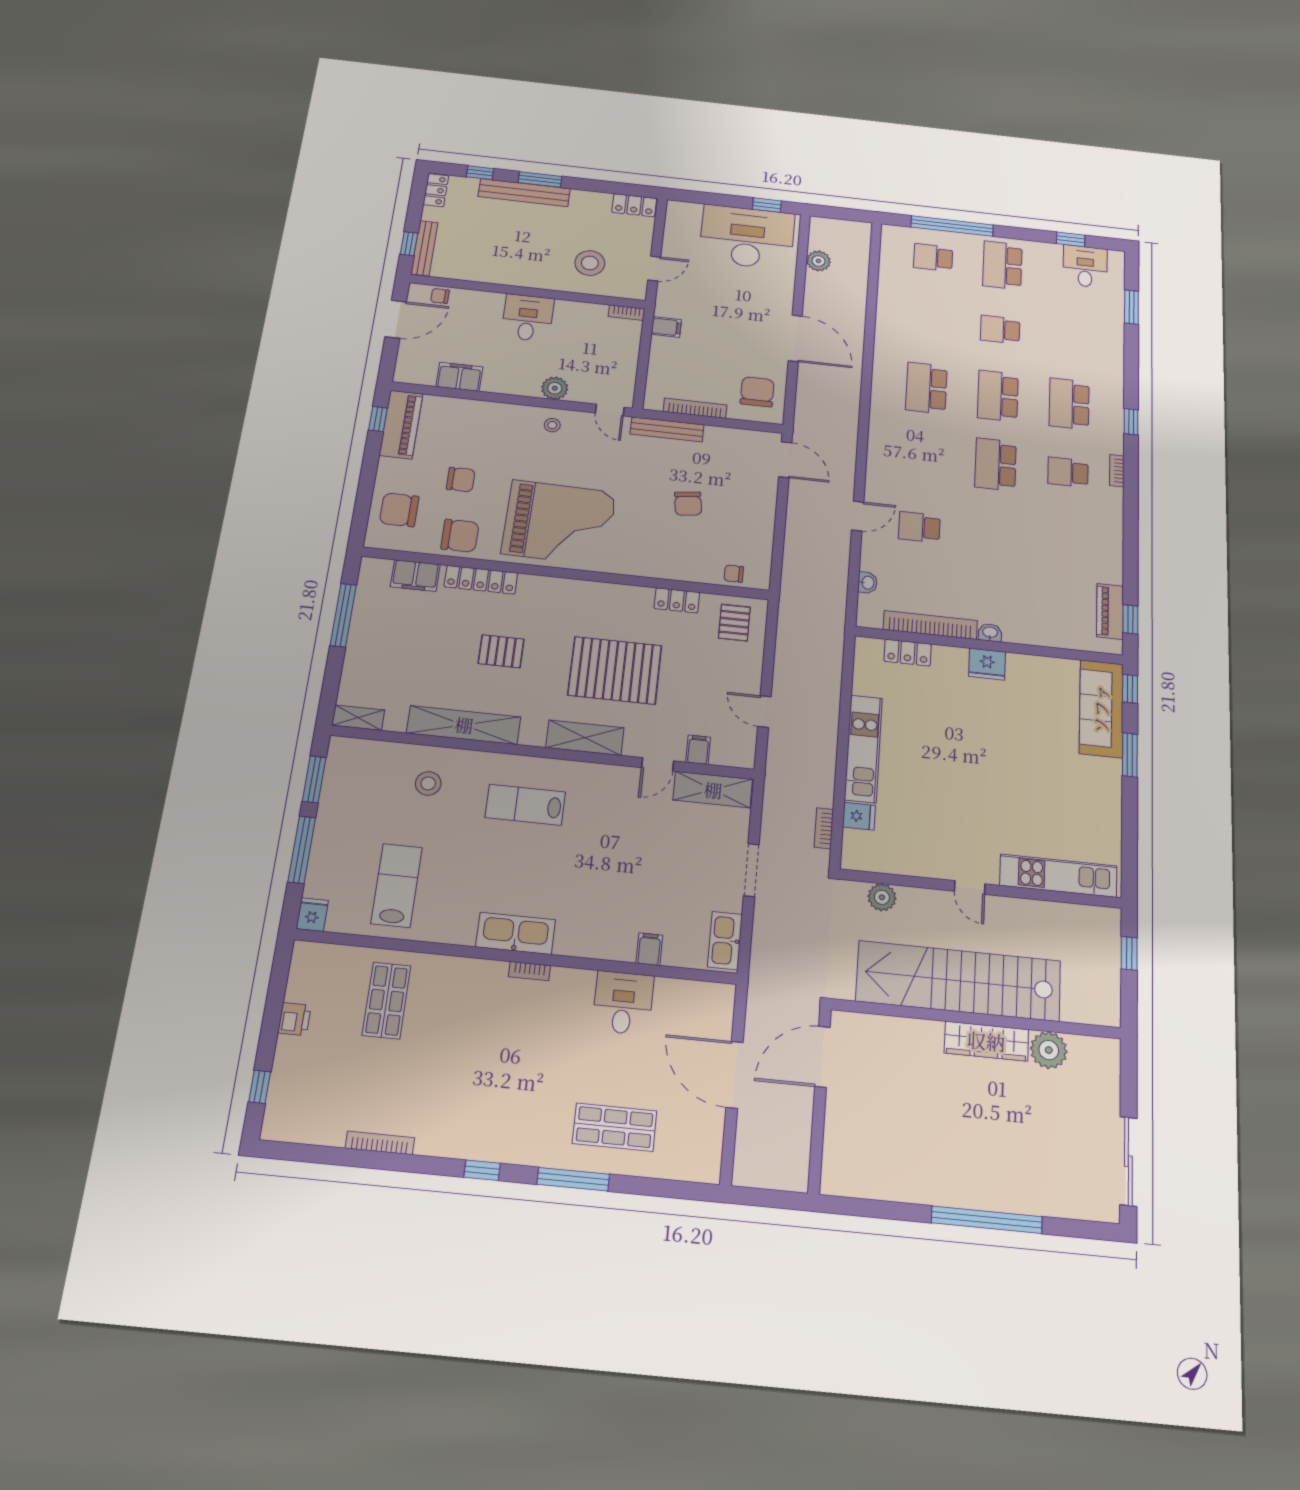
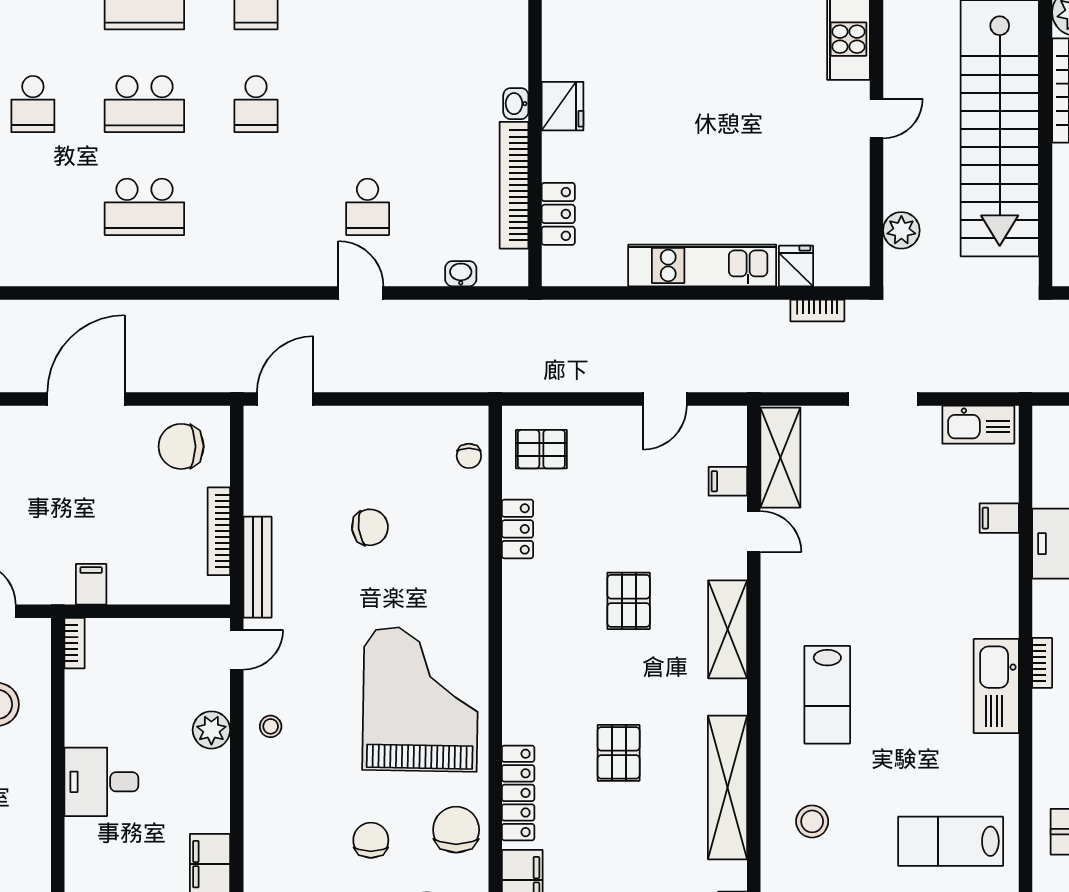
school desk: (995, 464) -> (256, 104), width x0.54
pallet: (615, 670) -> (629, 601), width x0.49, depth x0.50

